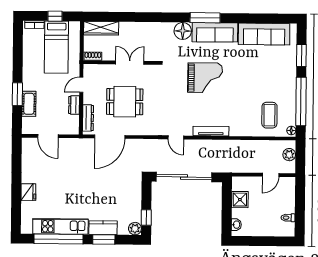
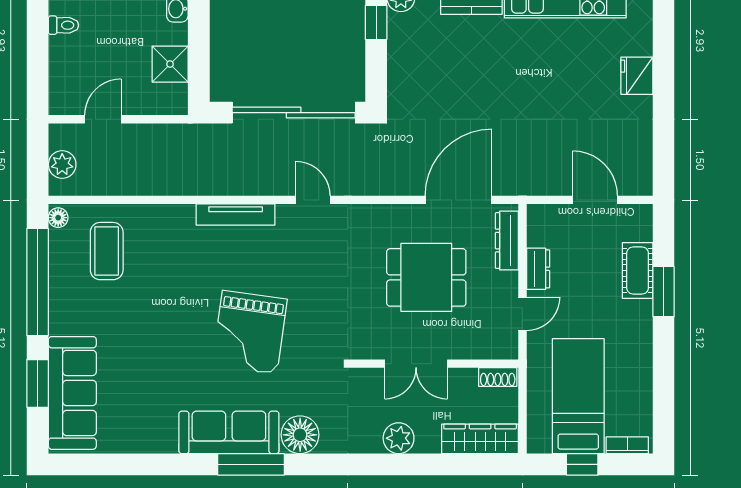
plant: (138, 29) -> (399, 438), added
sofa: (264, 34) -> (72, 393), moved, turned 90
grand piano: (205, 78) -> (250, 332), turned -82

